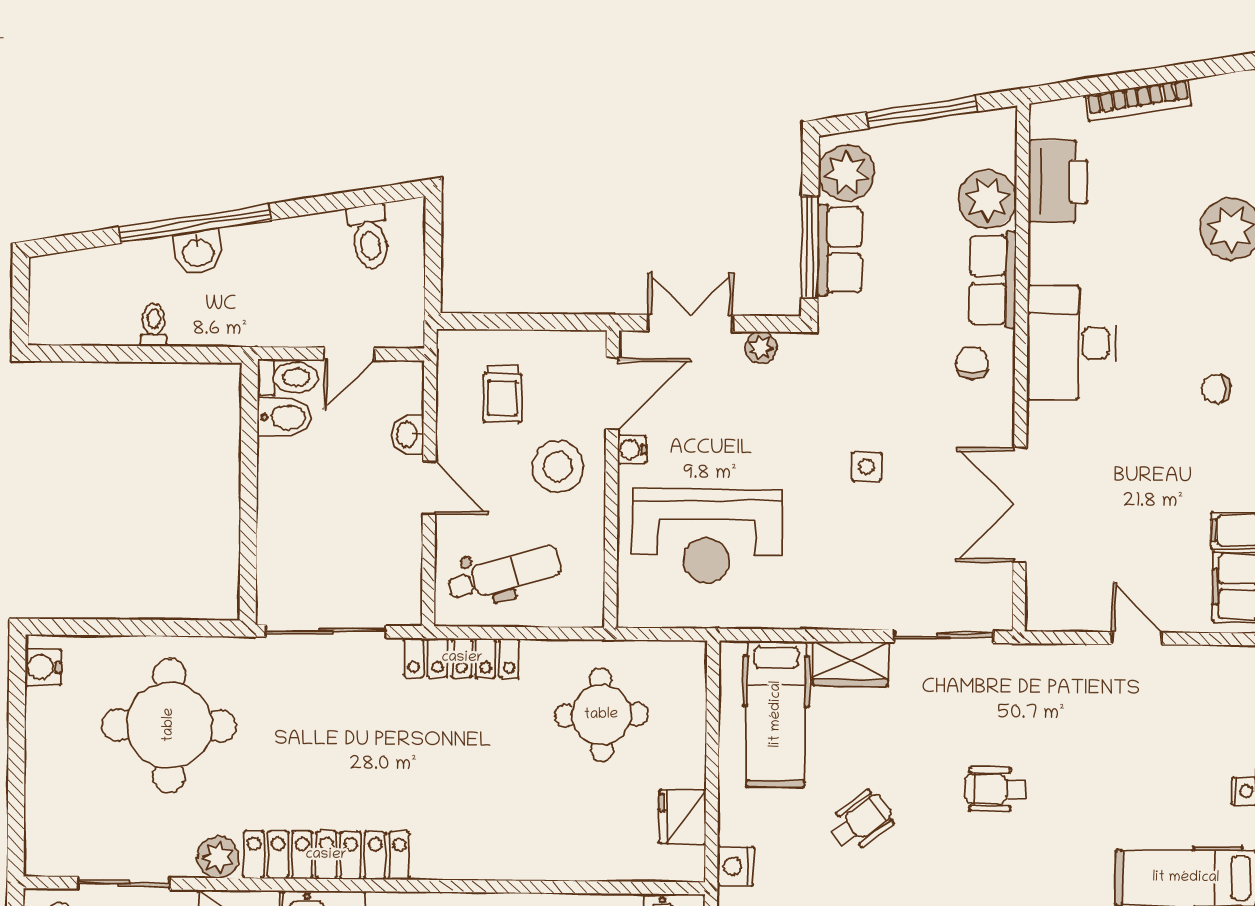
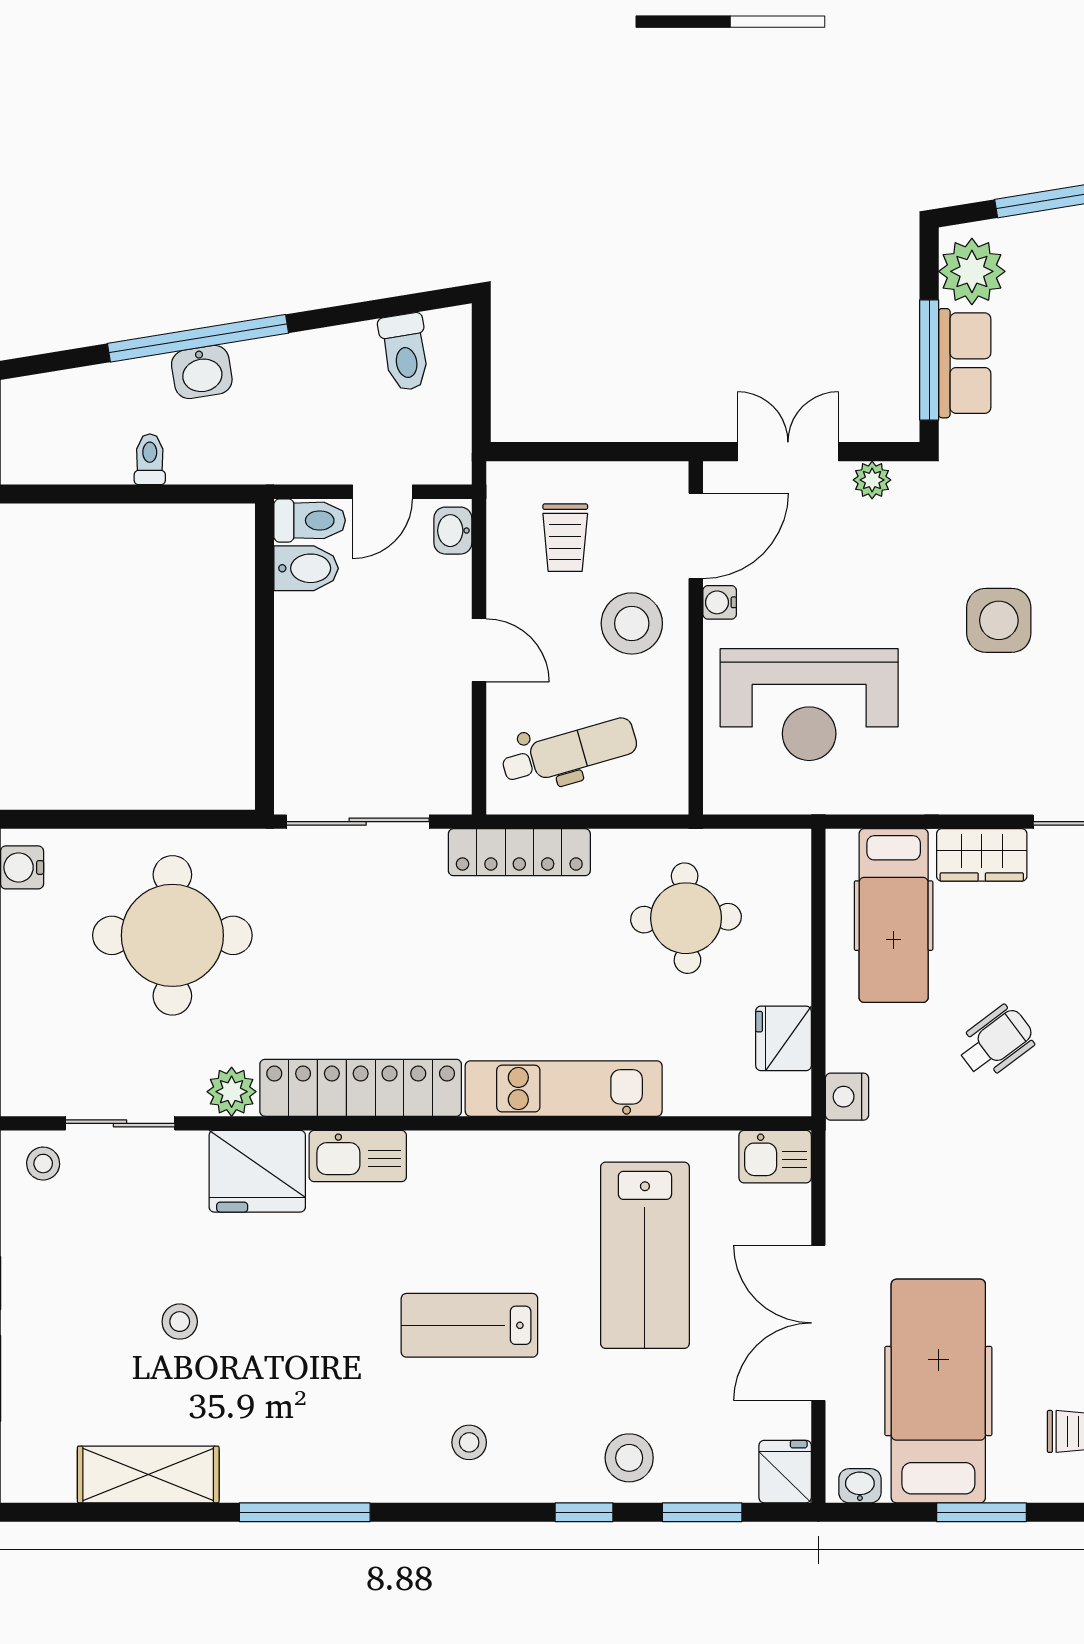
washbasin: (408, 434) -> (453, 531), moved
side table: (867, 467) -> (999, 620), width x1.87, depth x1.87
kitchen unit: (497, 857) -> (564, 1089), added

